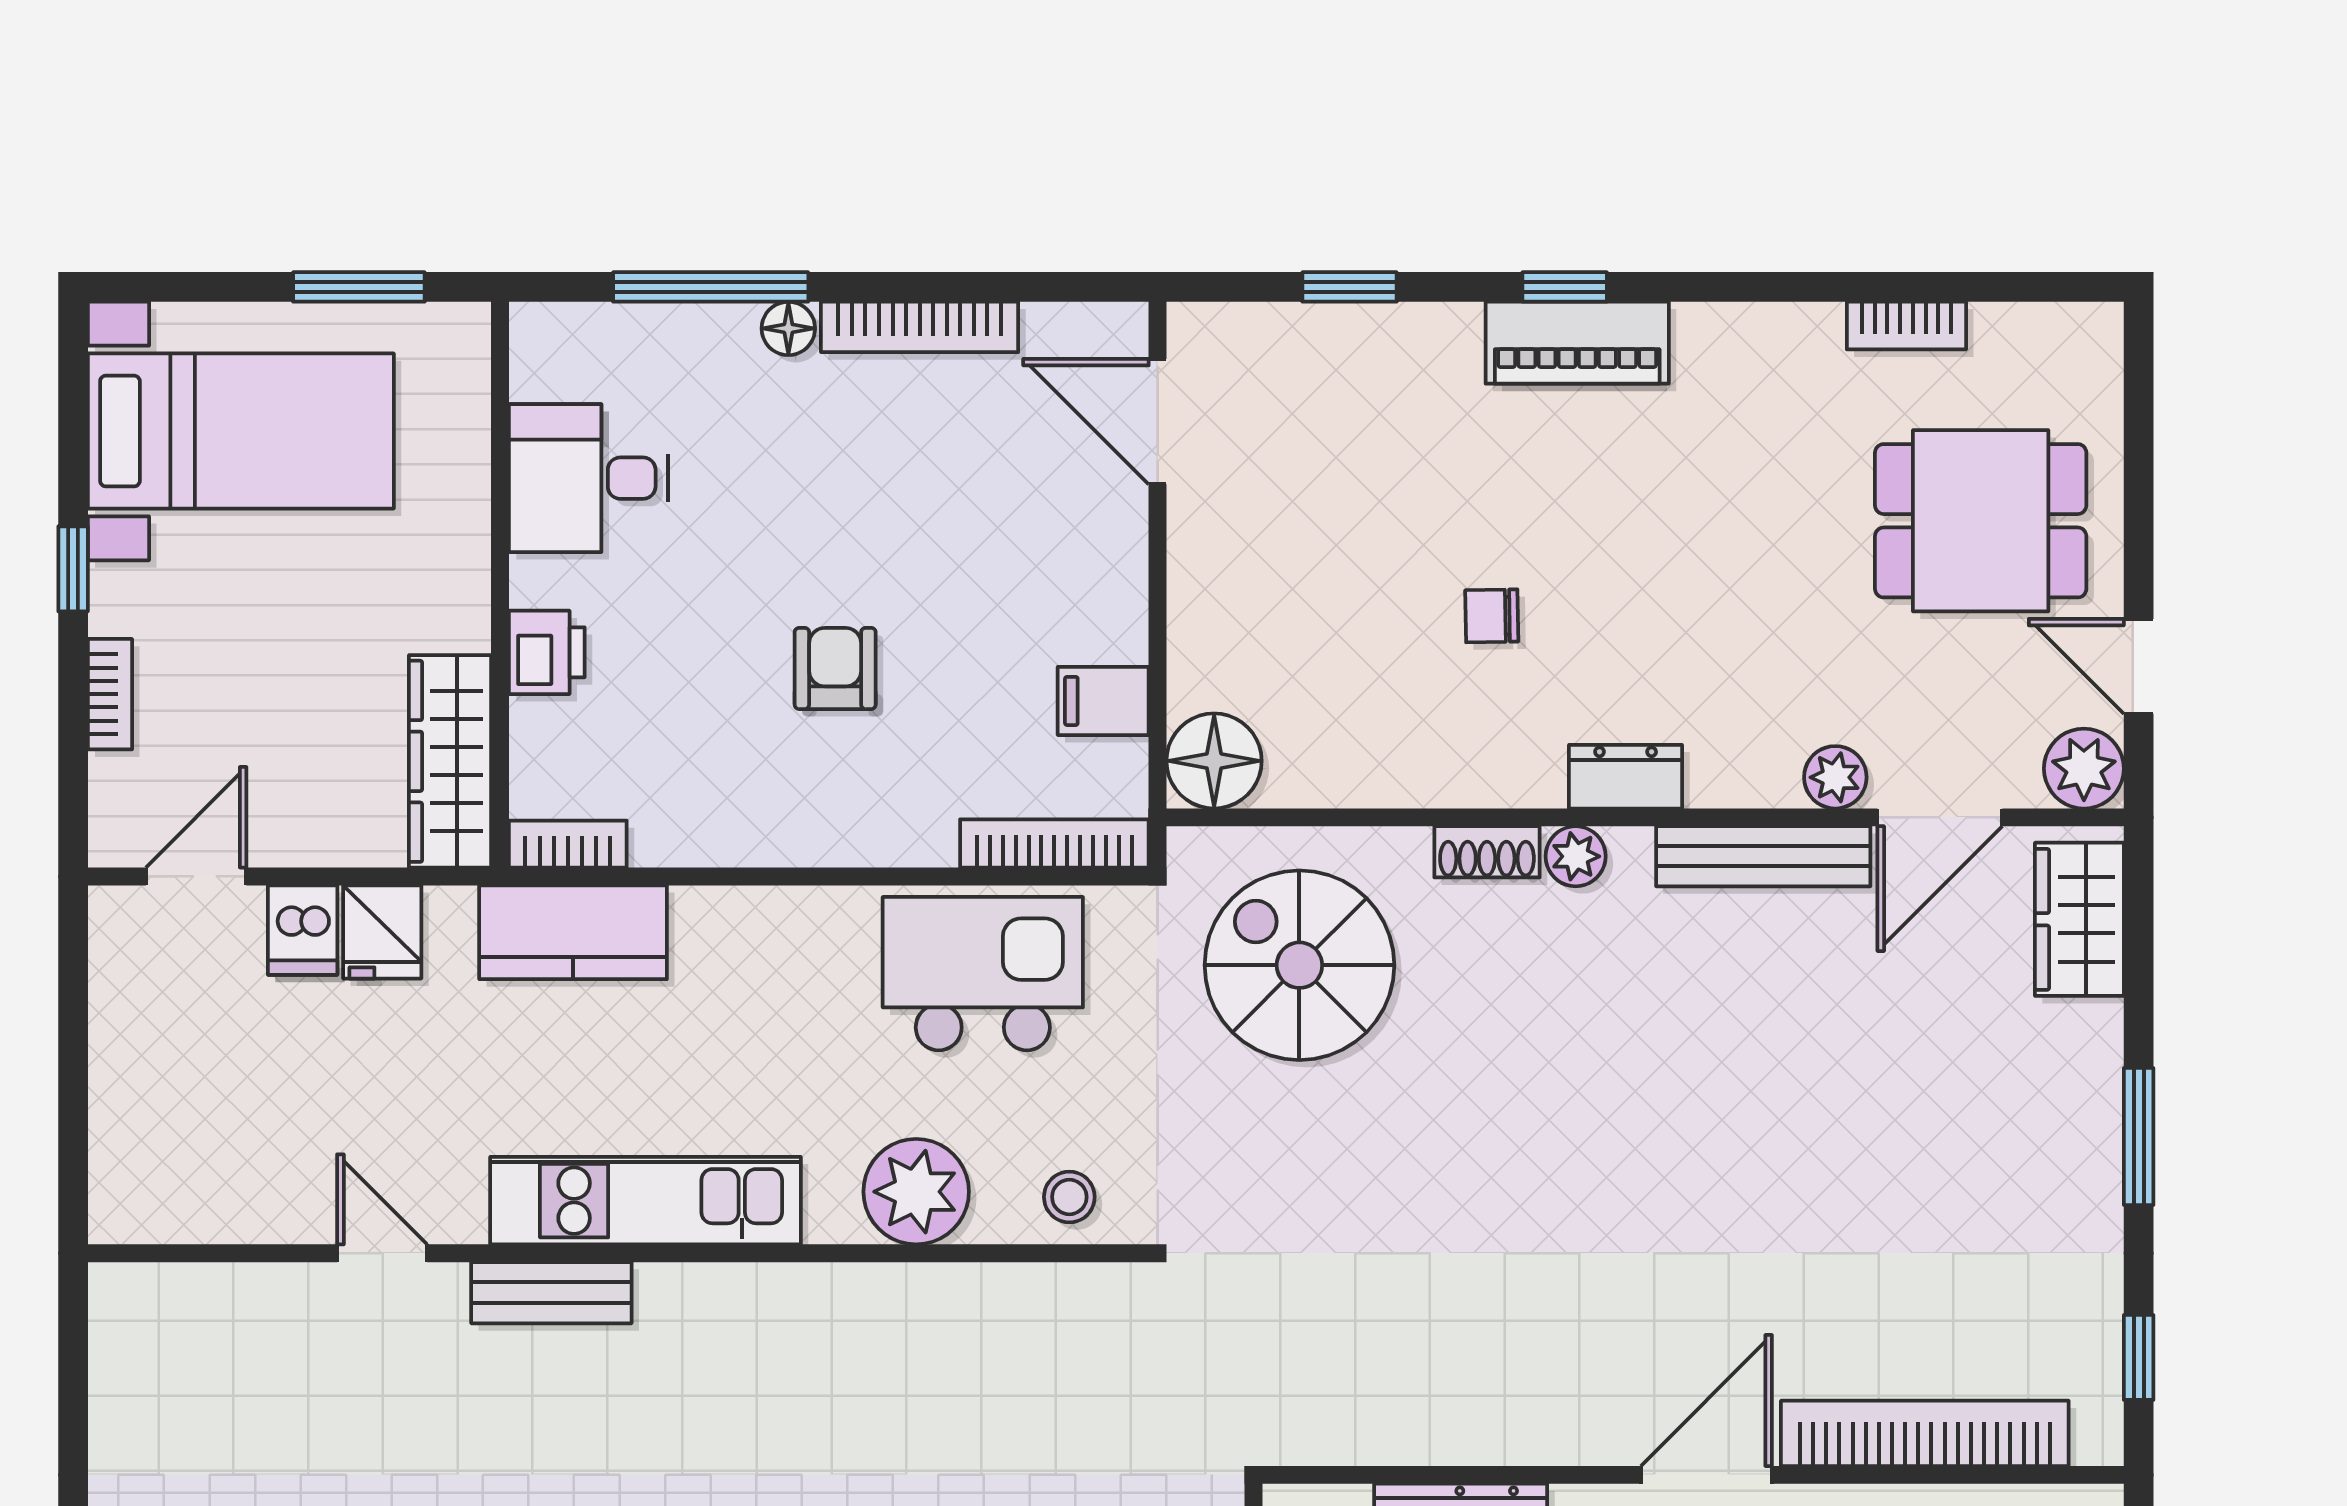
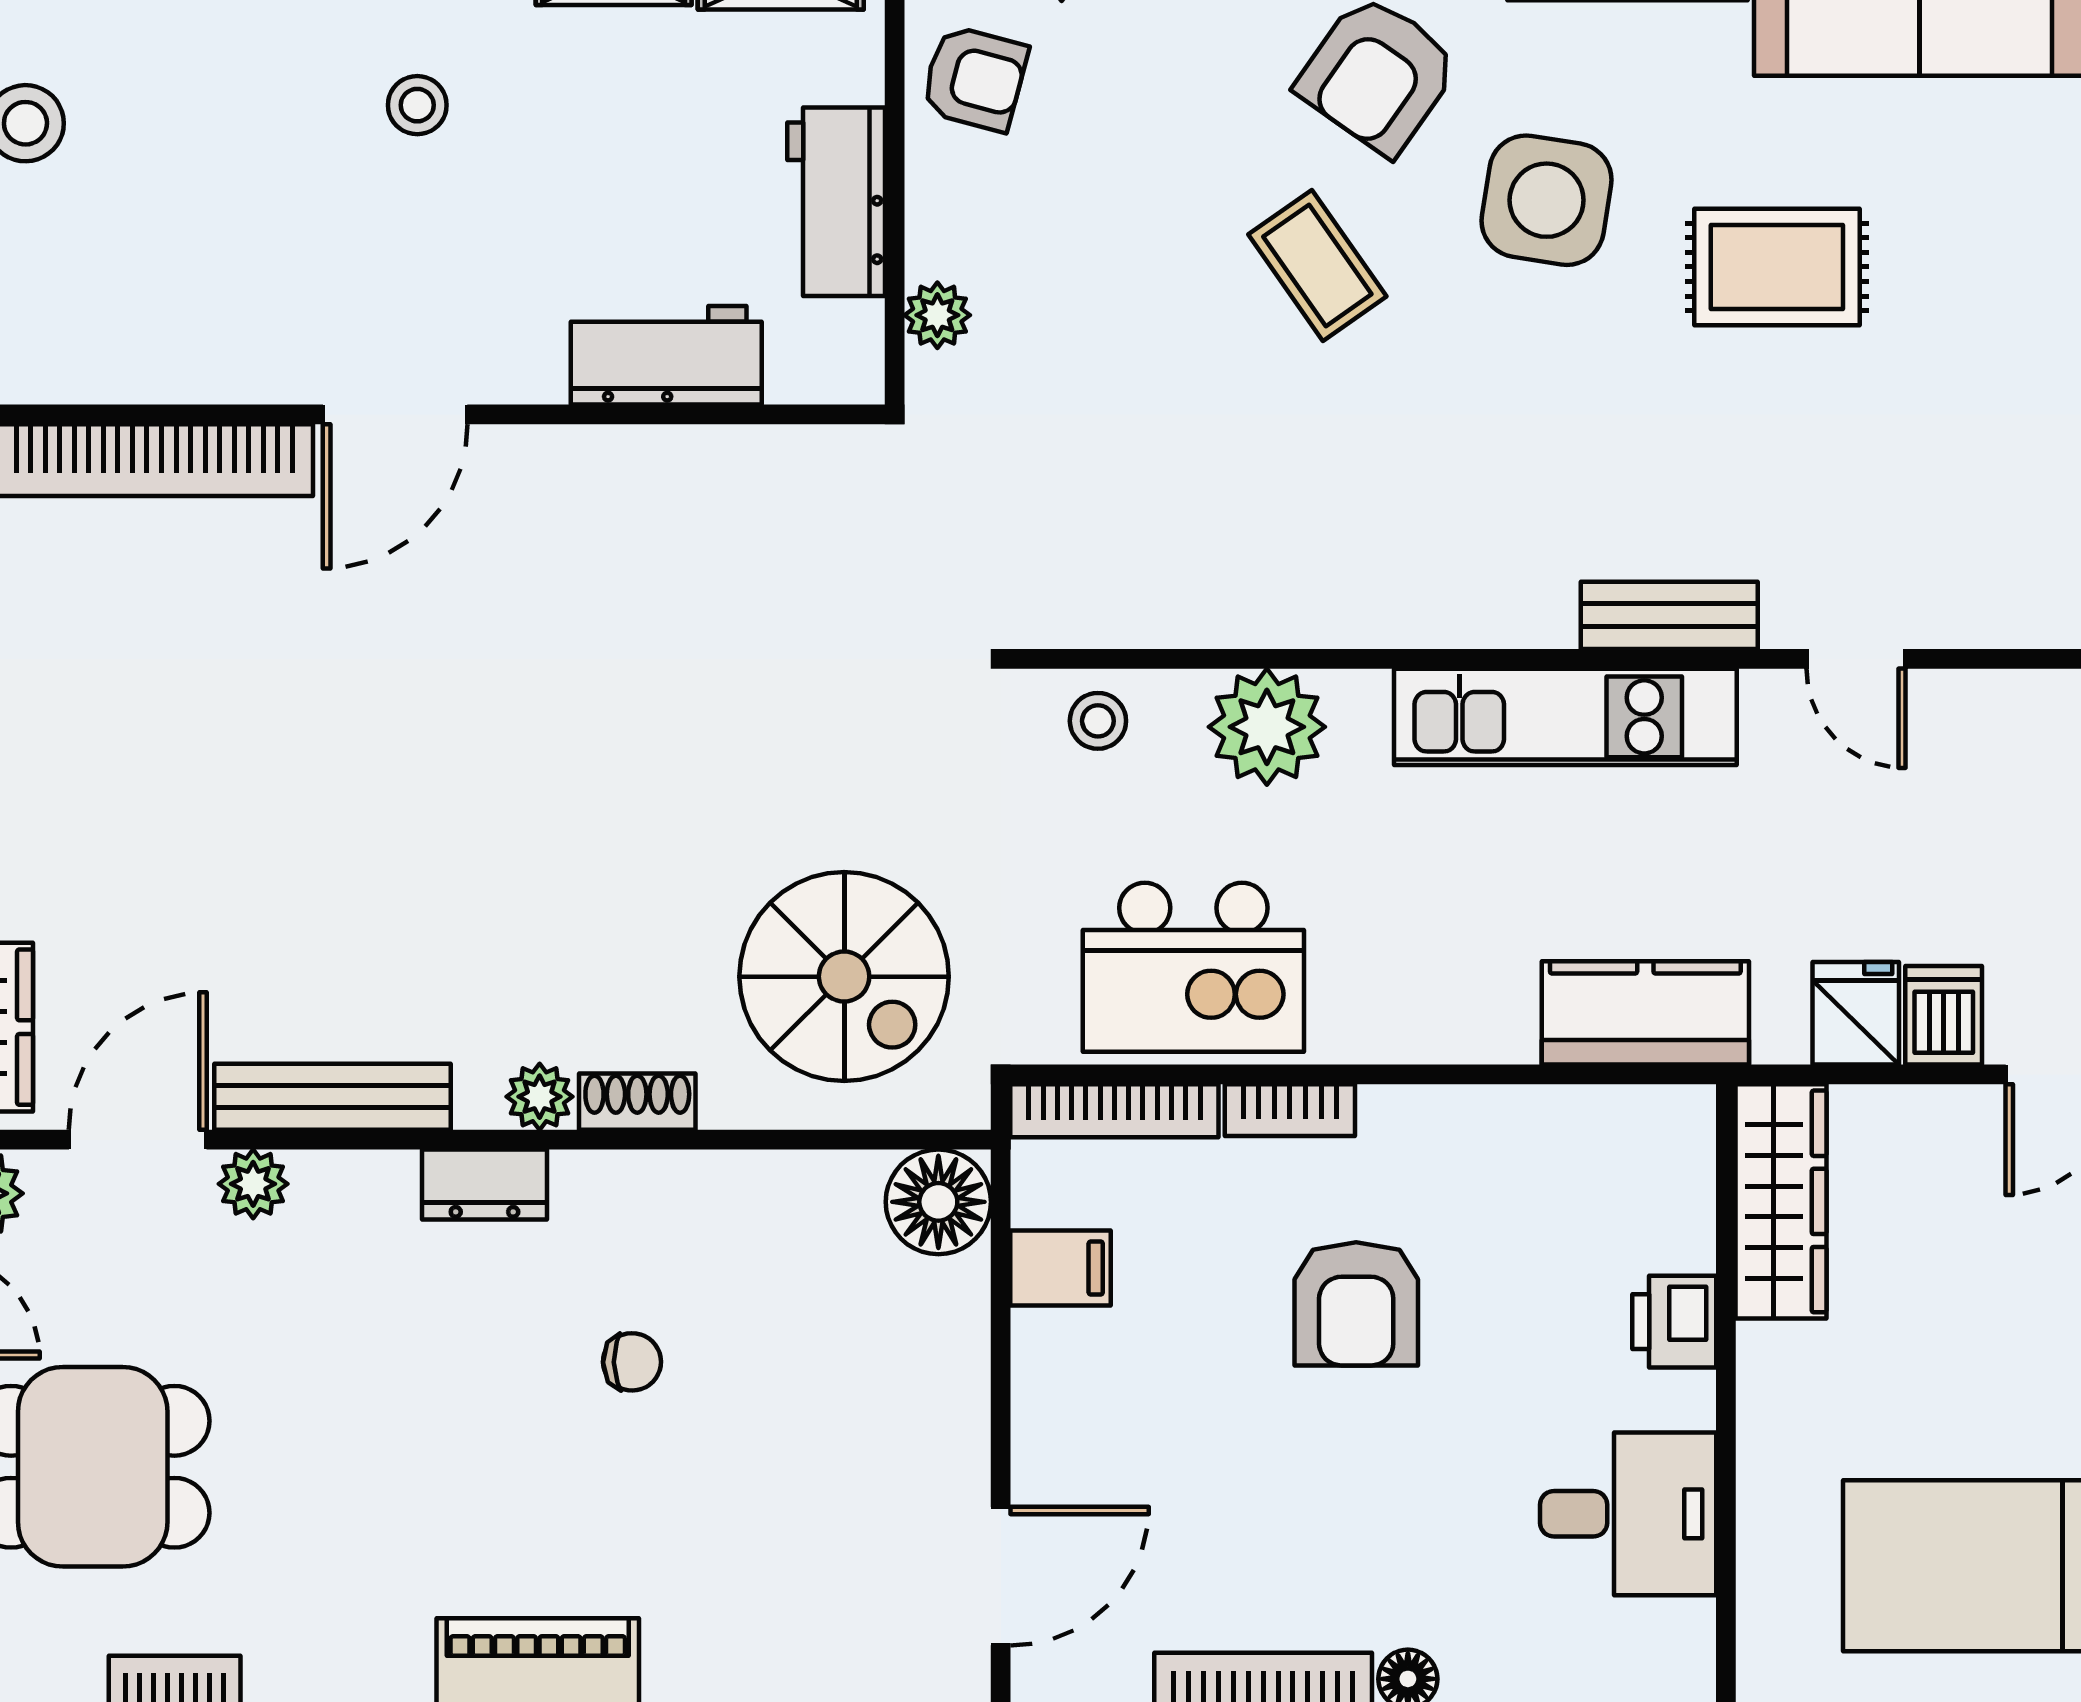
door: (1158, 422) -> (1001, 1576), hinge flipped
armchair: (835, 668) -> (1356, 1304), width x1.38, depth x1.38
bookcase: (568, 844) -> (1290, 1110), moved

